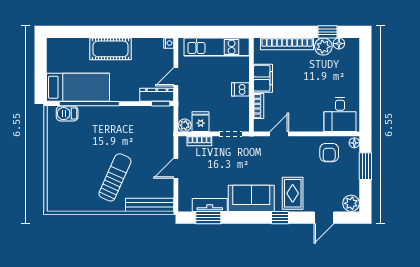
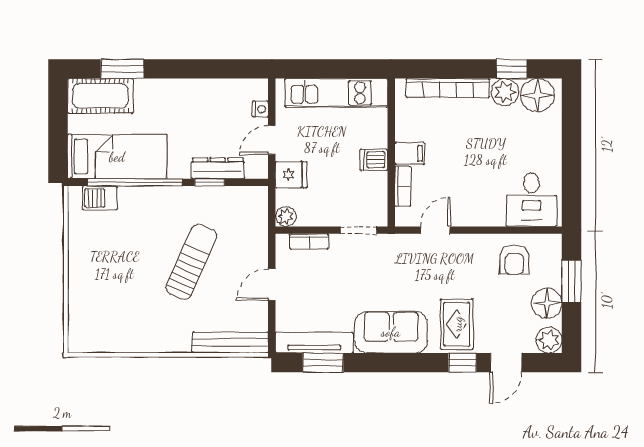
window: (81, 32) -> (122, 69), added
nightstand: (169, 43) -> (260, 109), moved
floor lamp: (339, 44) -> (537, 95), width x1.89, depth x1.89
cot: (111, 49) -> (100, 96), moved
filing cabinet: (263, 78) -> (410, 153), width x0.50
dresser: (157, 95) -> (218, 168), moved
window: (161, 104) -> (210, 182), moved
fridge: (201, 122) -> (291, 175), moved, turned 90
floor lamp: (354, 143) -> (547, 303), moved, width x1.89, depth x1.89
sun lounger: (115, 177) -> (191, 262), moved
tv unit: (210, 205) -> (314, 343), width x1.41
window: (280, 218) -> (462, 363), moved

